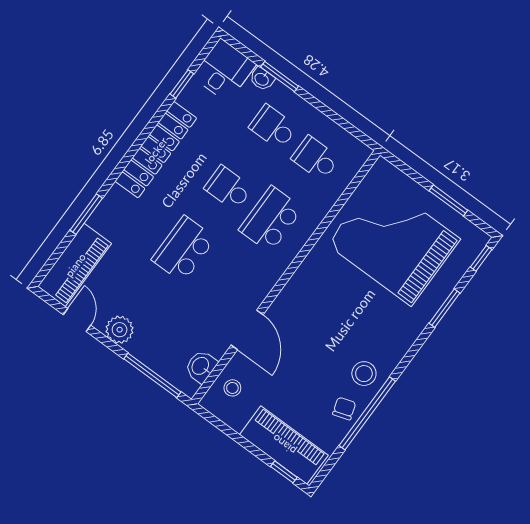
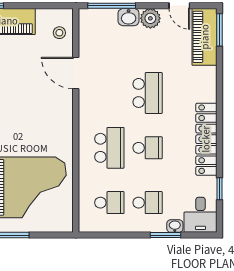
window: (86, 214) -> (219, 30), moved
washbasin: (201, 366) -> (129, 17), moved, turned 90

